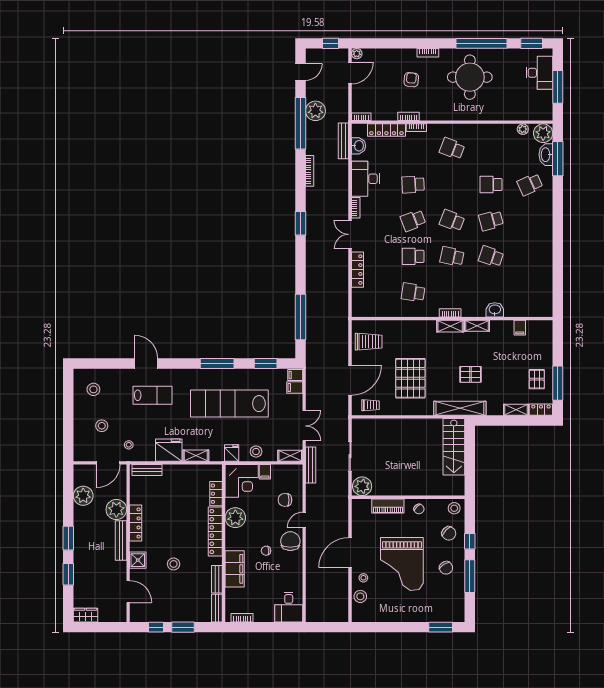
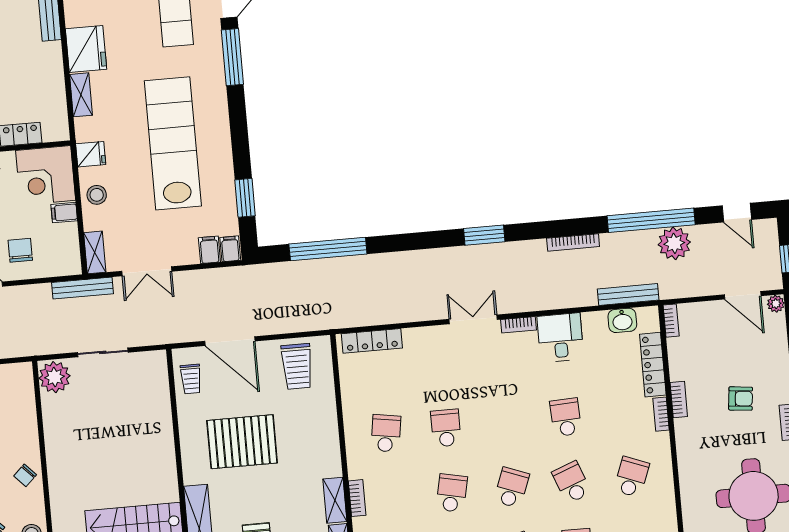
desk: (365, 179) -> (560, 338), width x0.73
school desk: (413, 220) -> (572, 482), moved
locker: (357, 270) -> (372, 341), moved
window: (217, 364) -> (232, 57), moved
piano: (388, 506) -> (26, 423), removed

